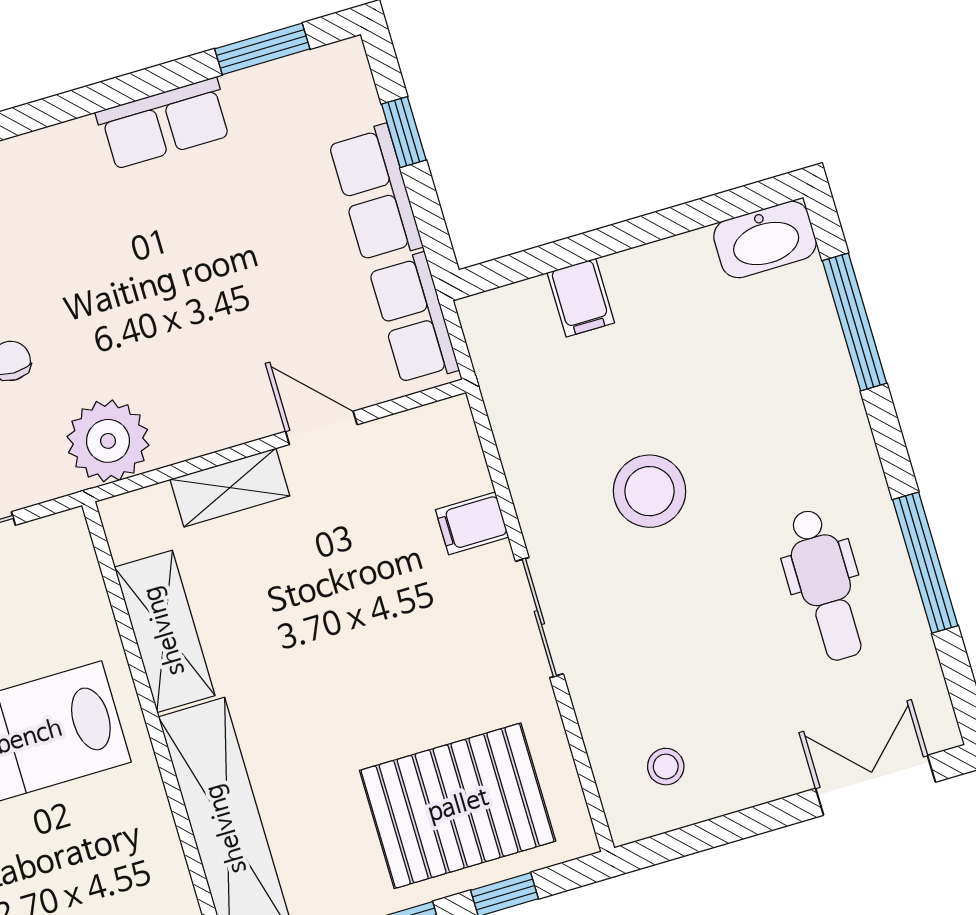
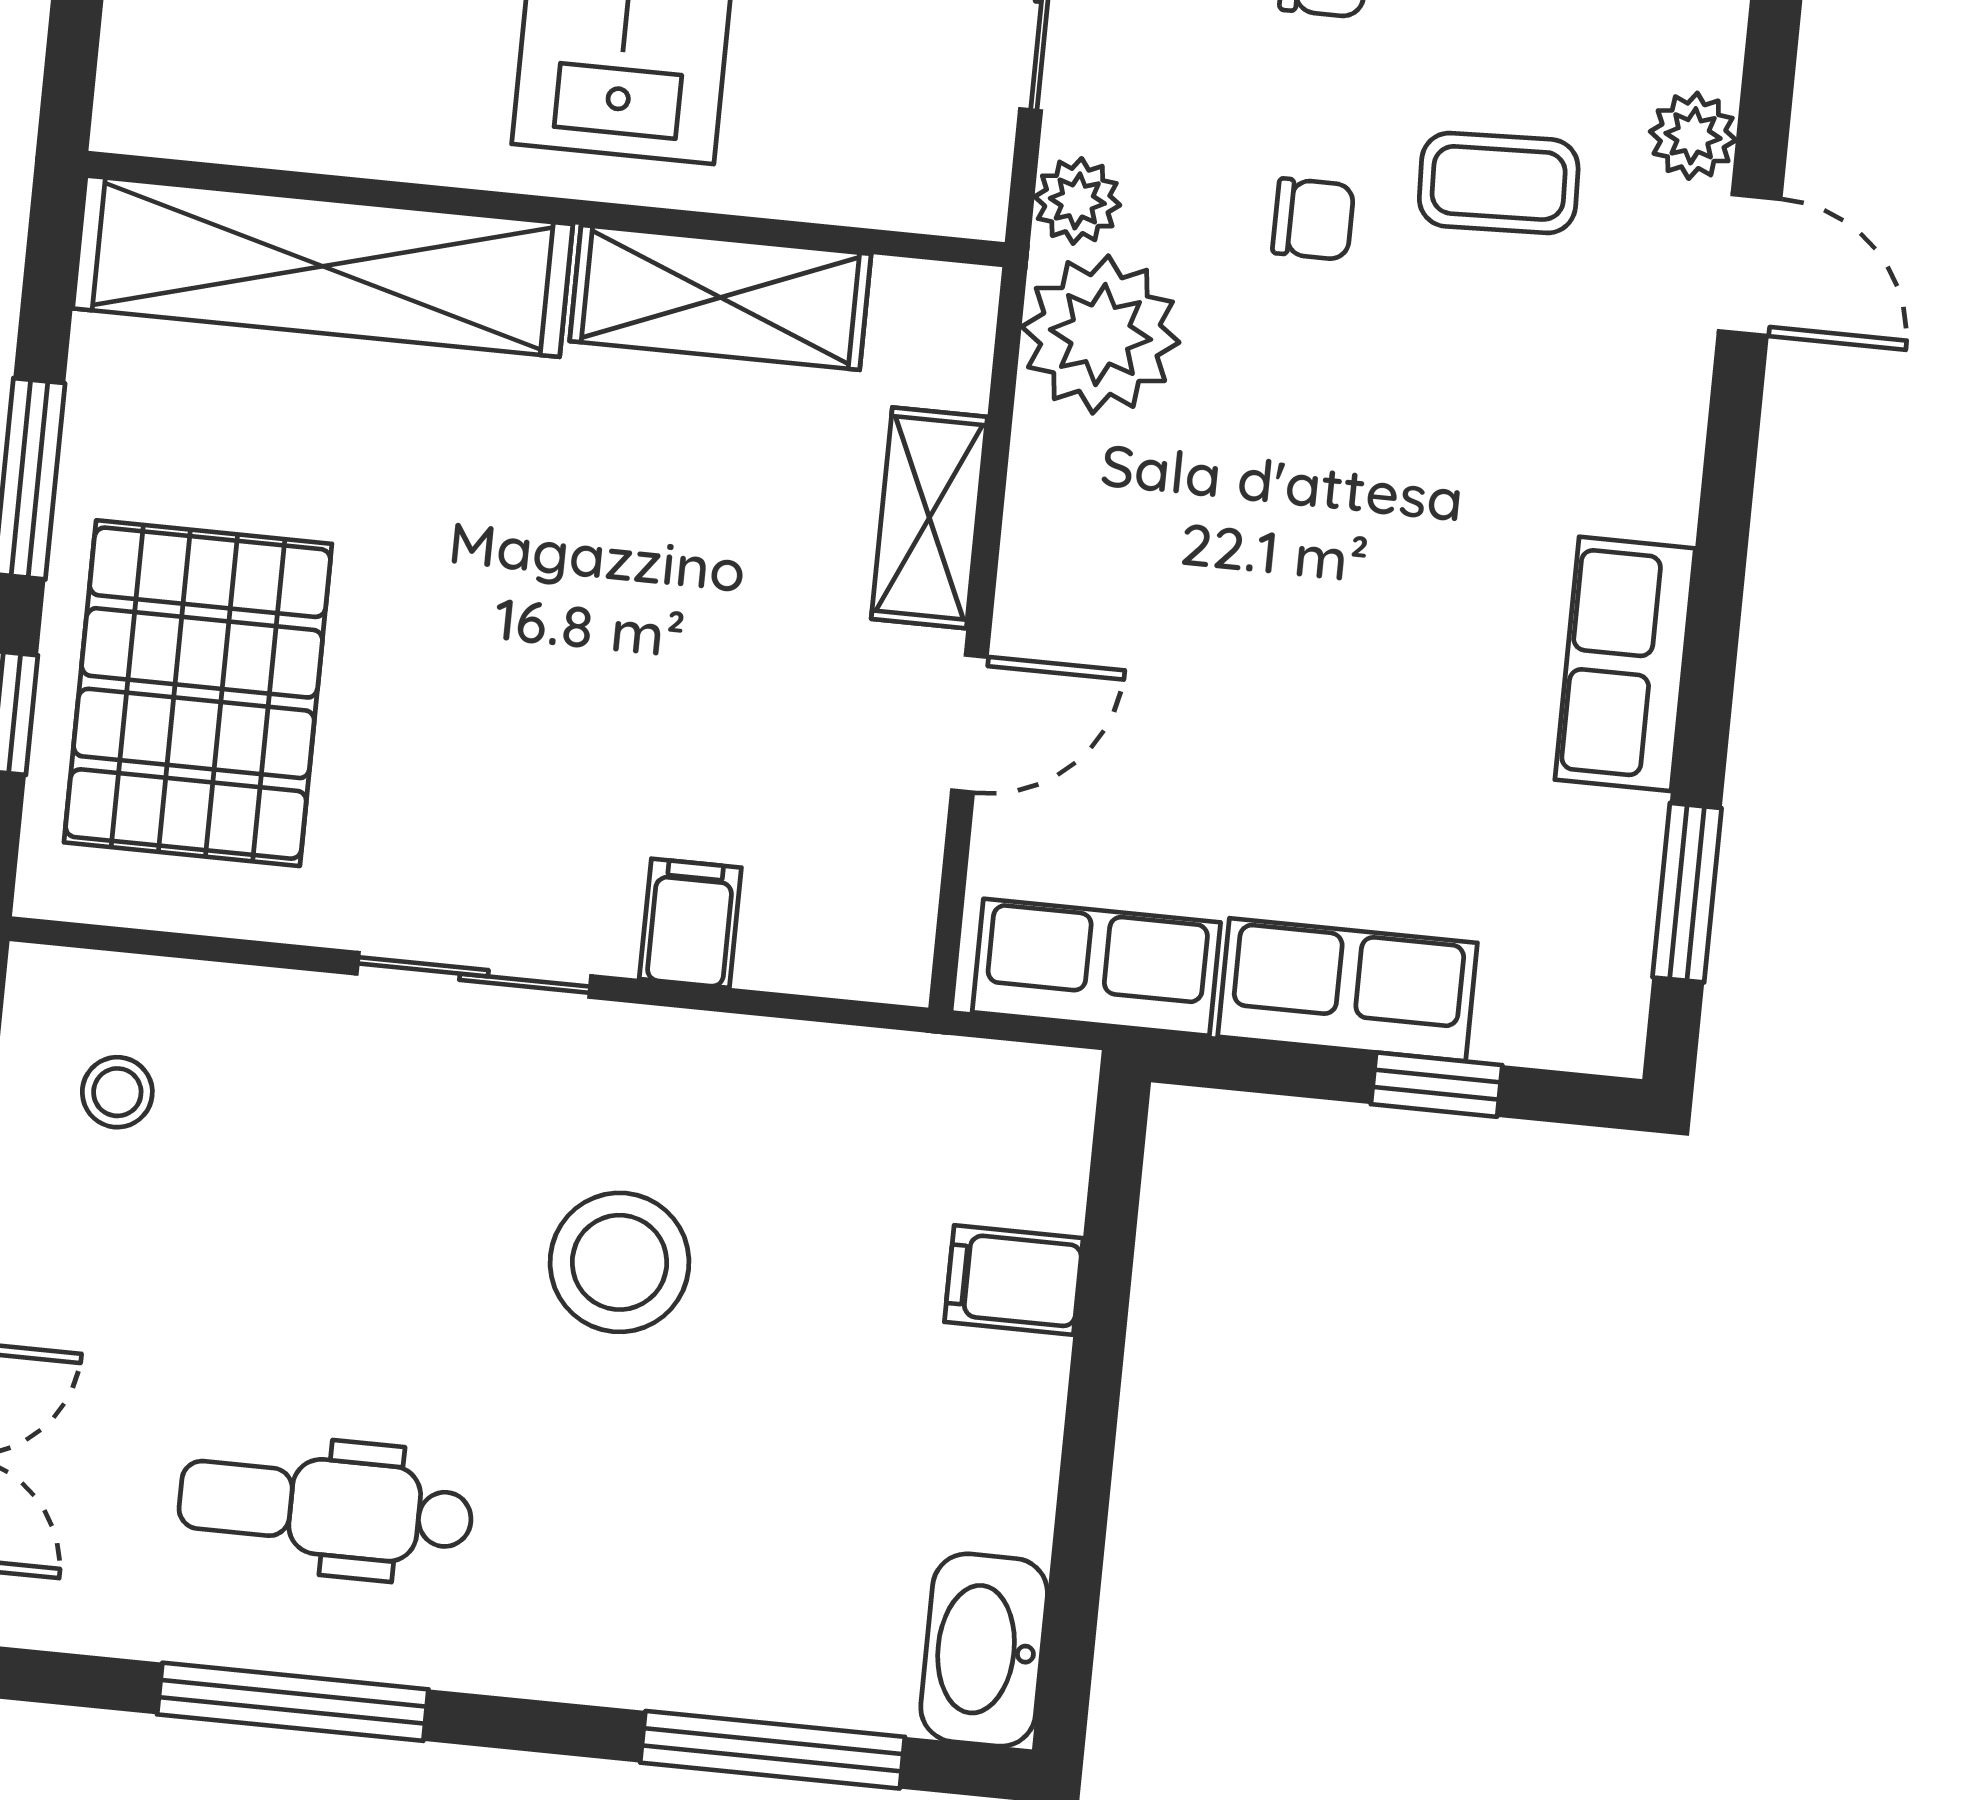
plant: (48, 478) -> (1077, 201), added

